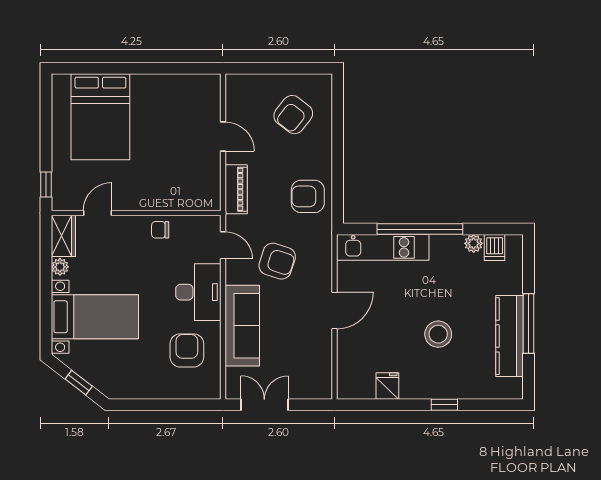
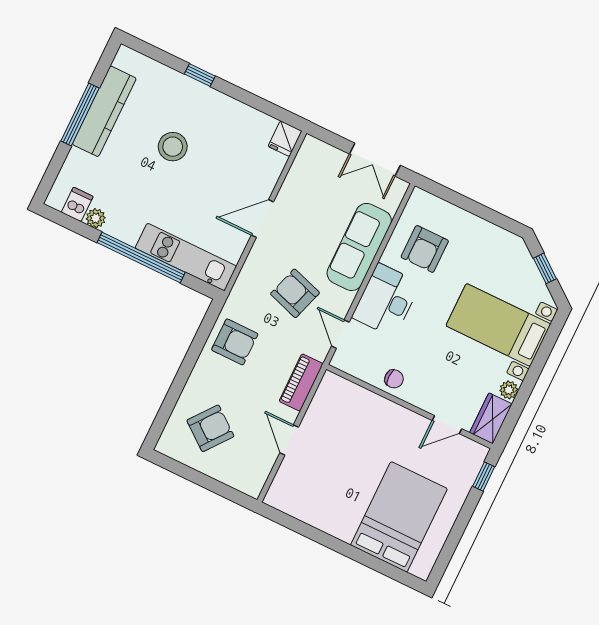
fridge: (387, 386) -> (285, 139), moved

